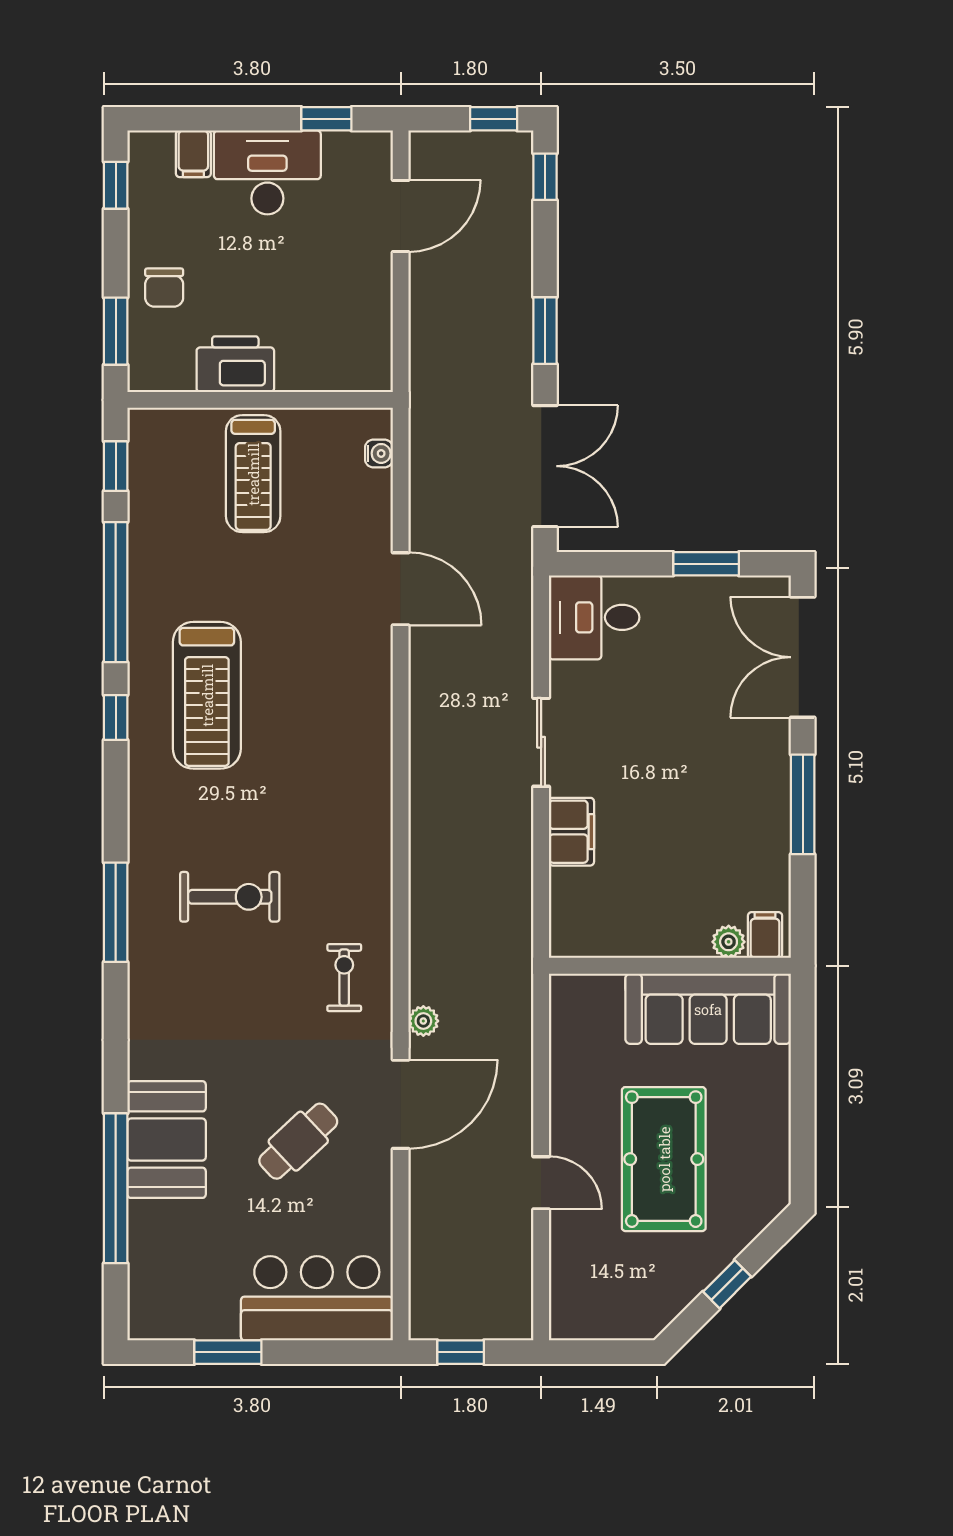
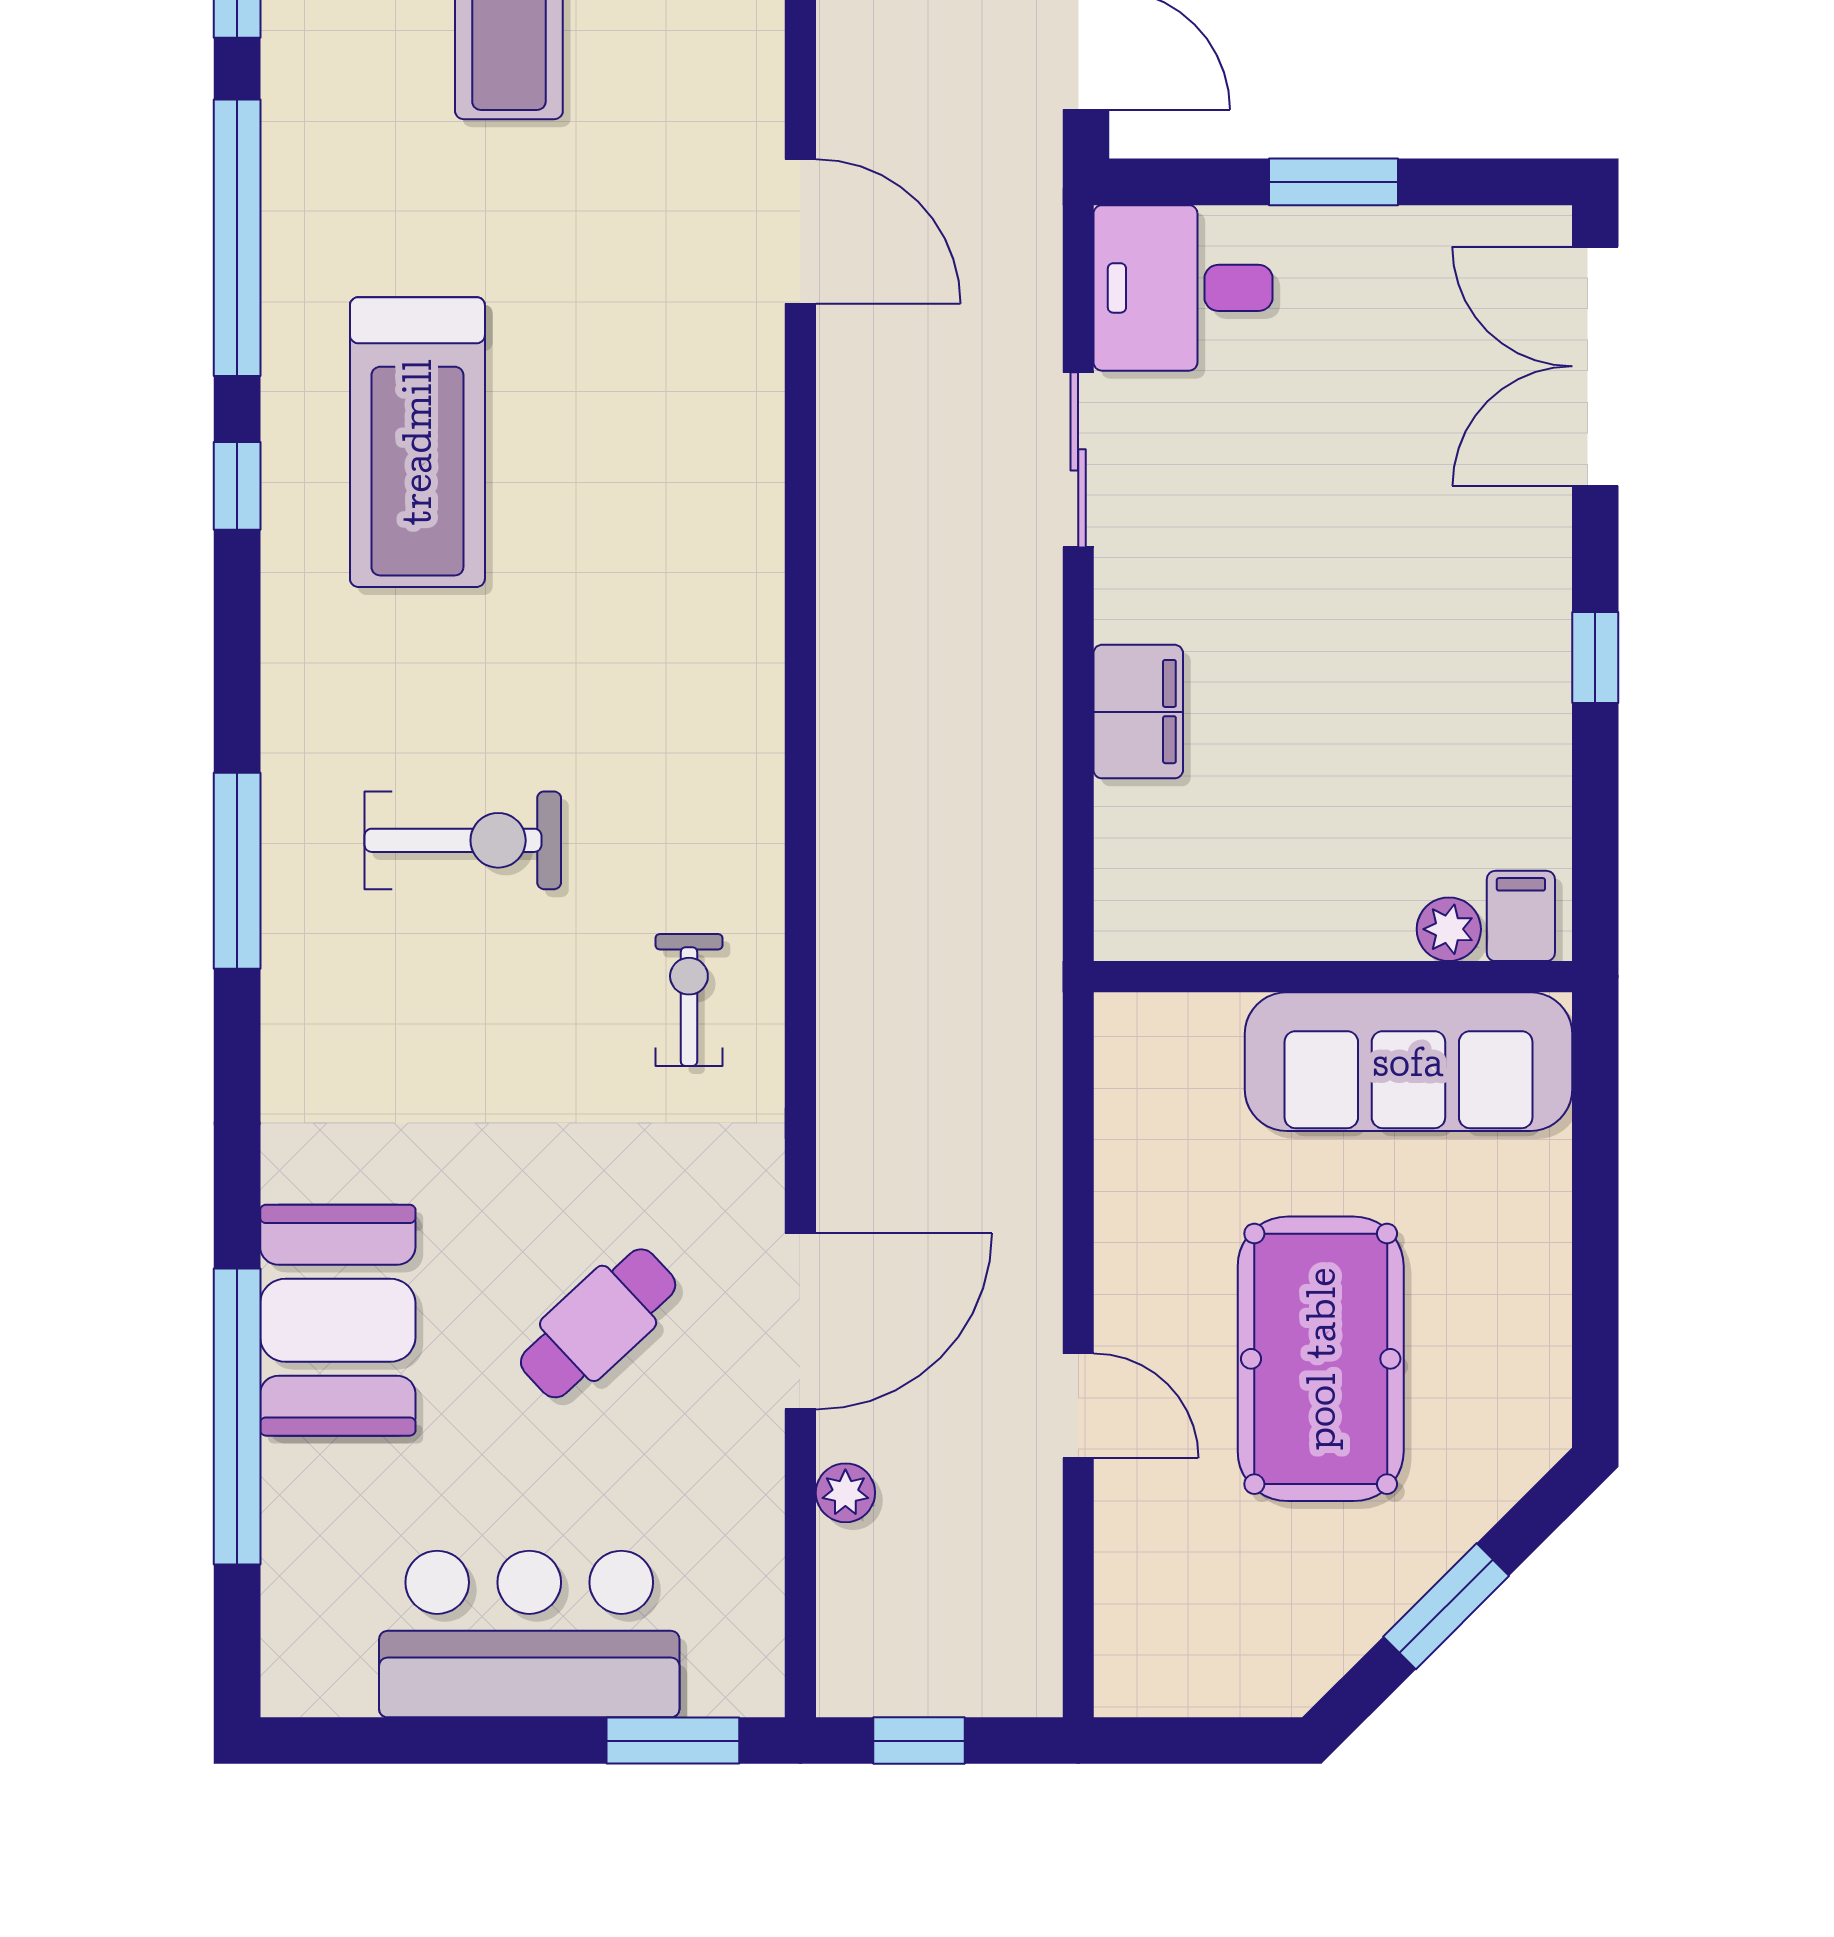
window: (706, 564) -> (1333, 182), moved
sliding door: (541, 742) -> (1078, 460), moved
window: (803, 804) -> (1595, 658), width x0.46
plant: (423, 1021) -> (845, 1493), moved
door: (401, 1104) -> (800, 1321), moved
window: (727, 1284) -> (1446, 1606), width x1.50
bar counter: (317, 1298) -> (529, 1634), moved
window: (228, 1352) -> (673, 1741), moved

